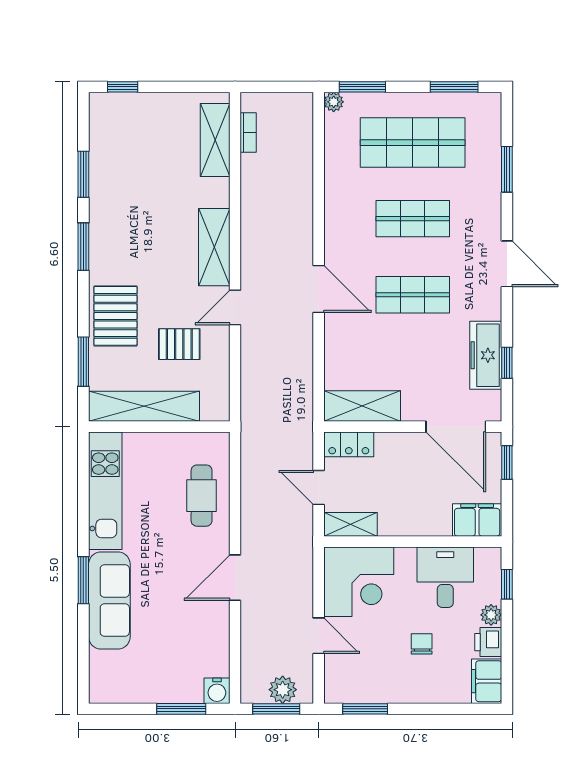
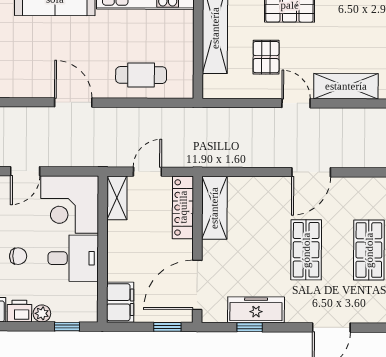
locker: (349, 444) -> (183, 207), width x1.53
desk: (445, 577) -> (73, 258), moved

